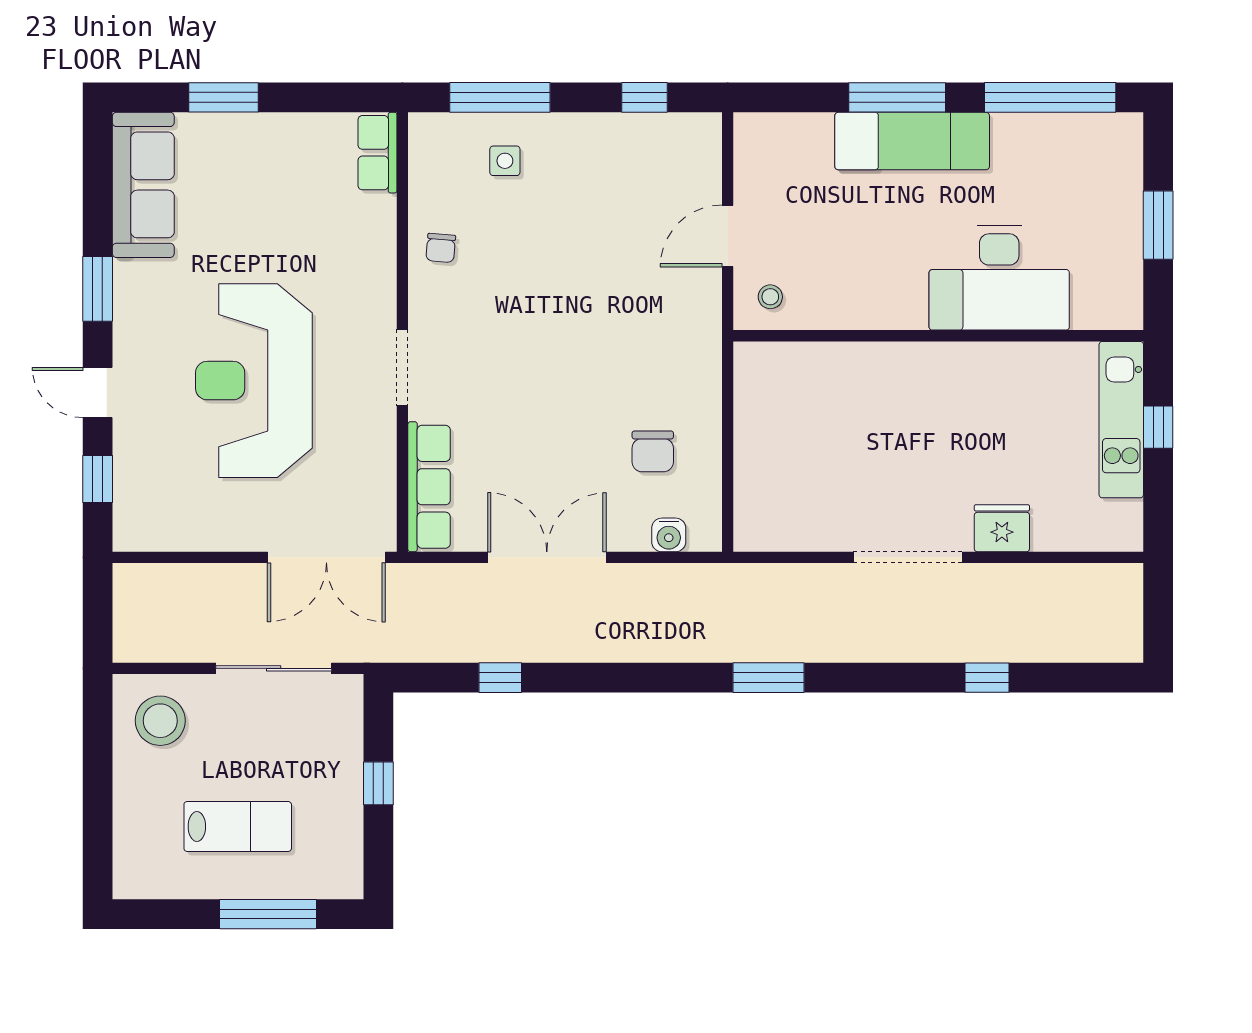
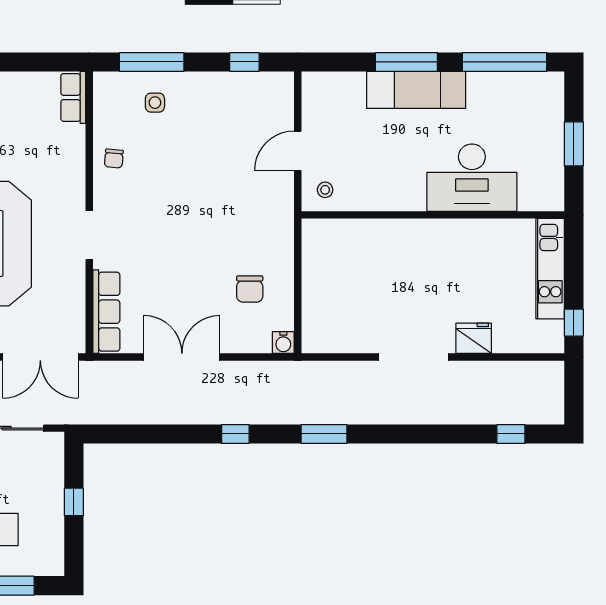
window: (1158, 427) -> (574, 323), moved
water cooler: (669, 535) -> (283, 343), moved
window: (500, 678) -> (235, 434), moved
window: (987, 678) -> (511, 434), moved

